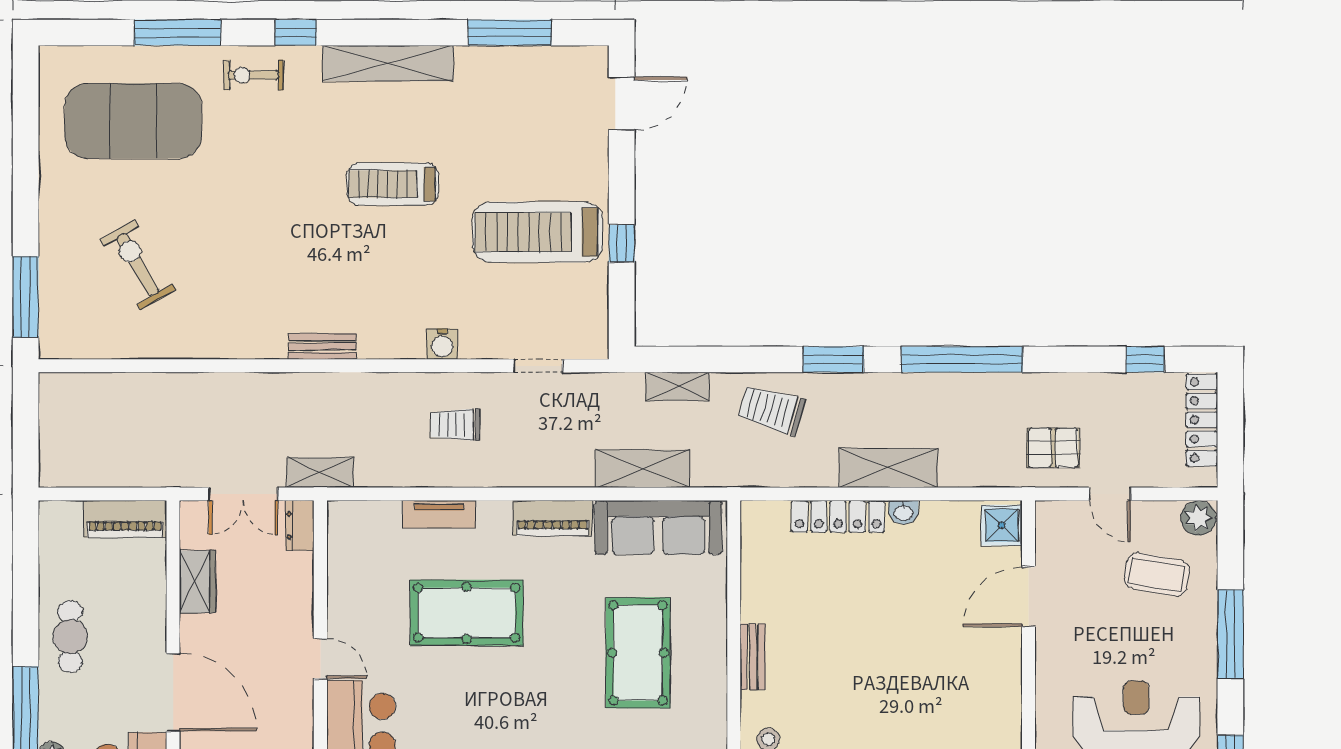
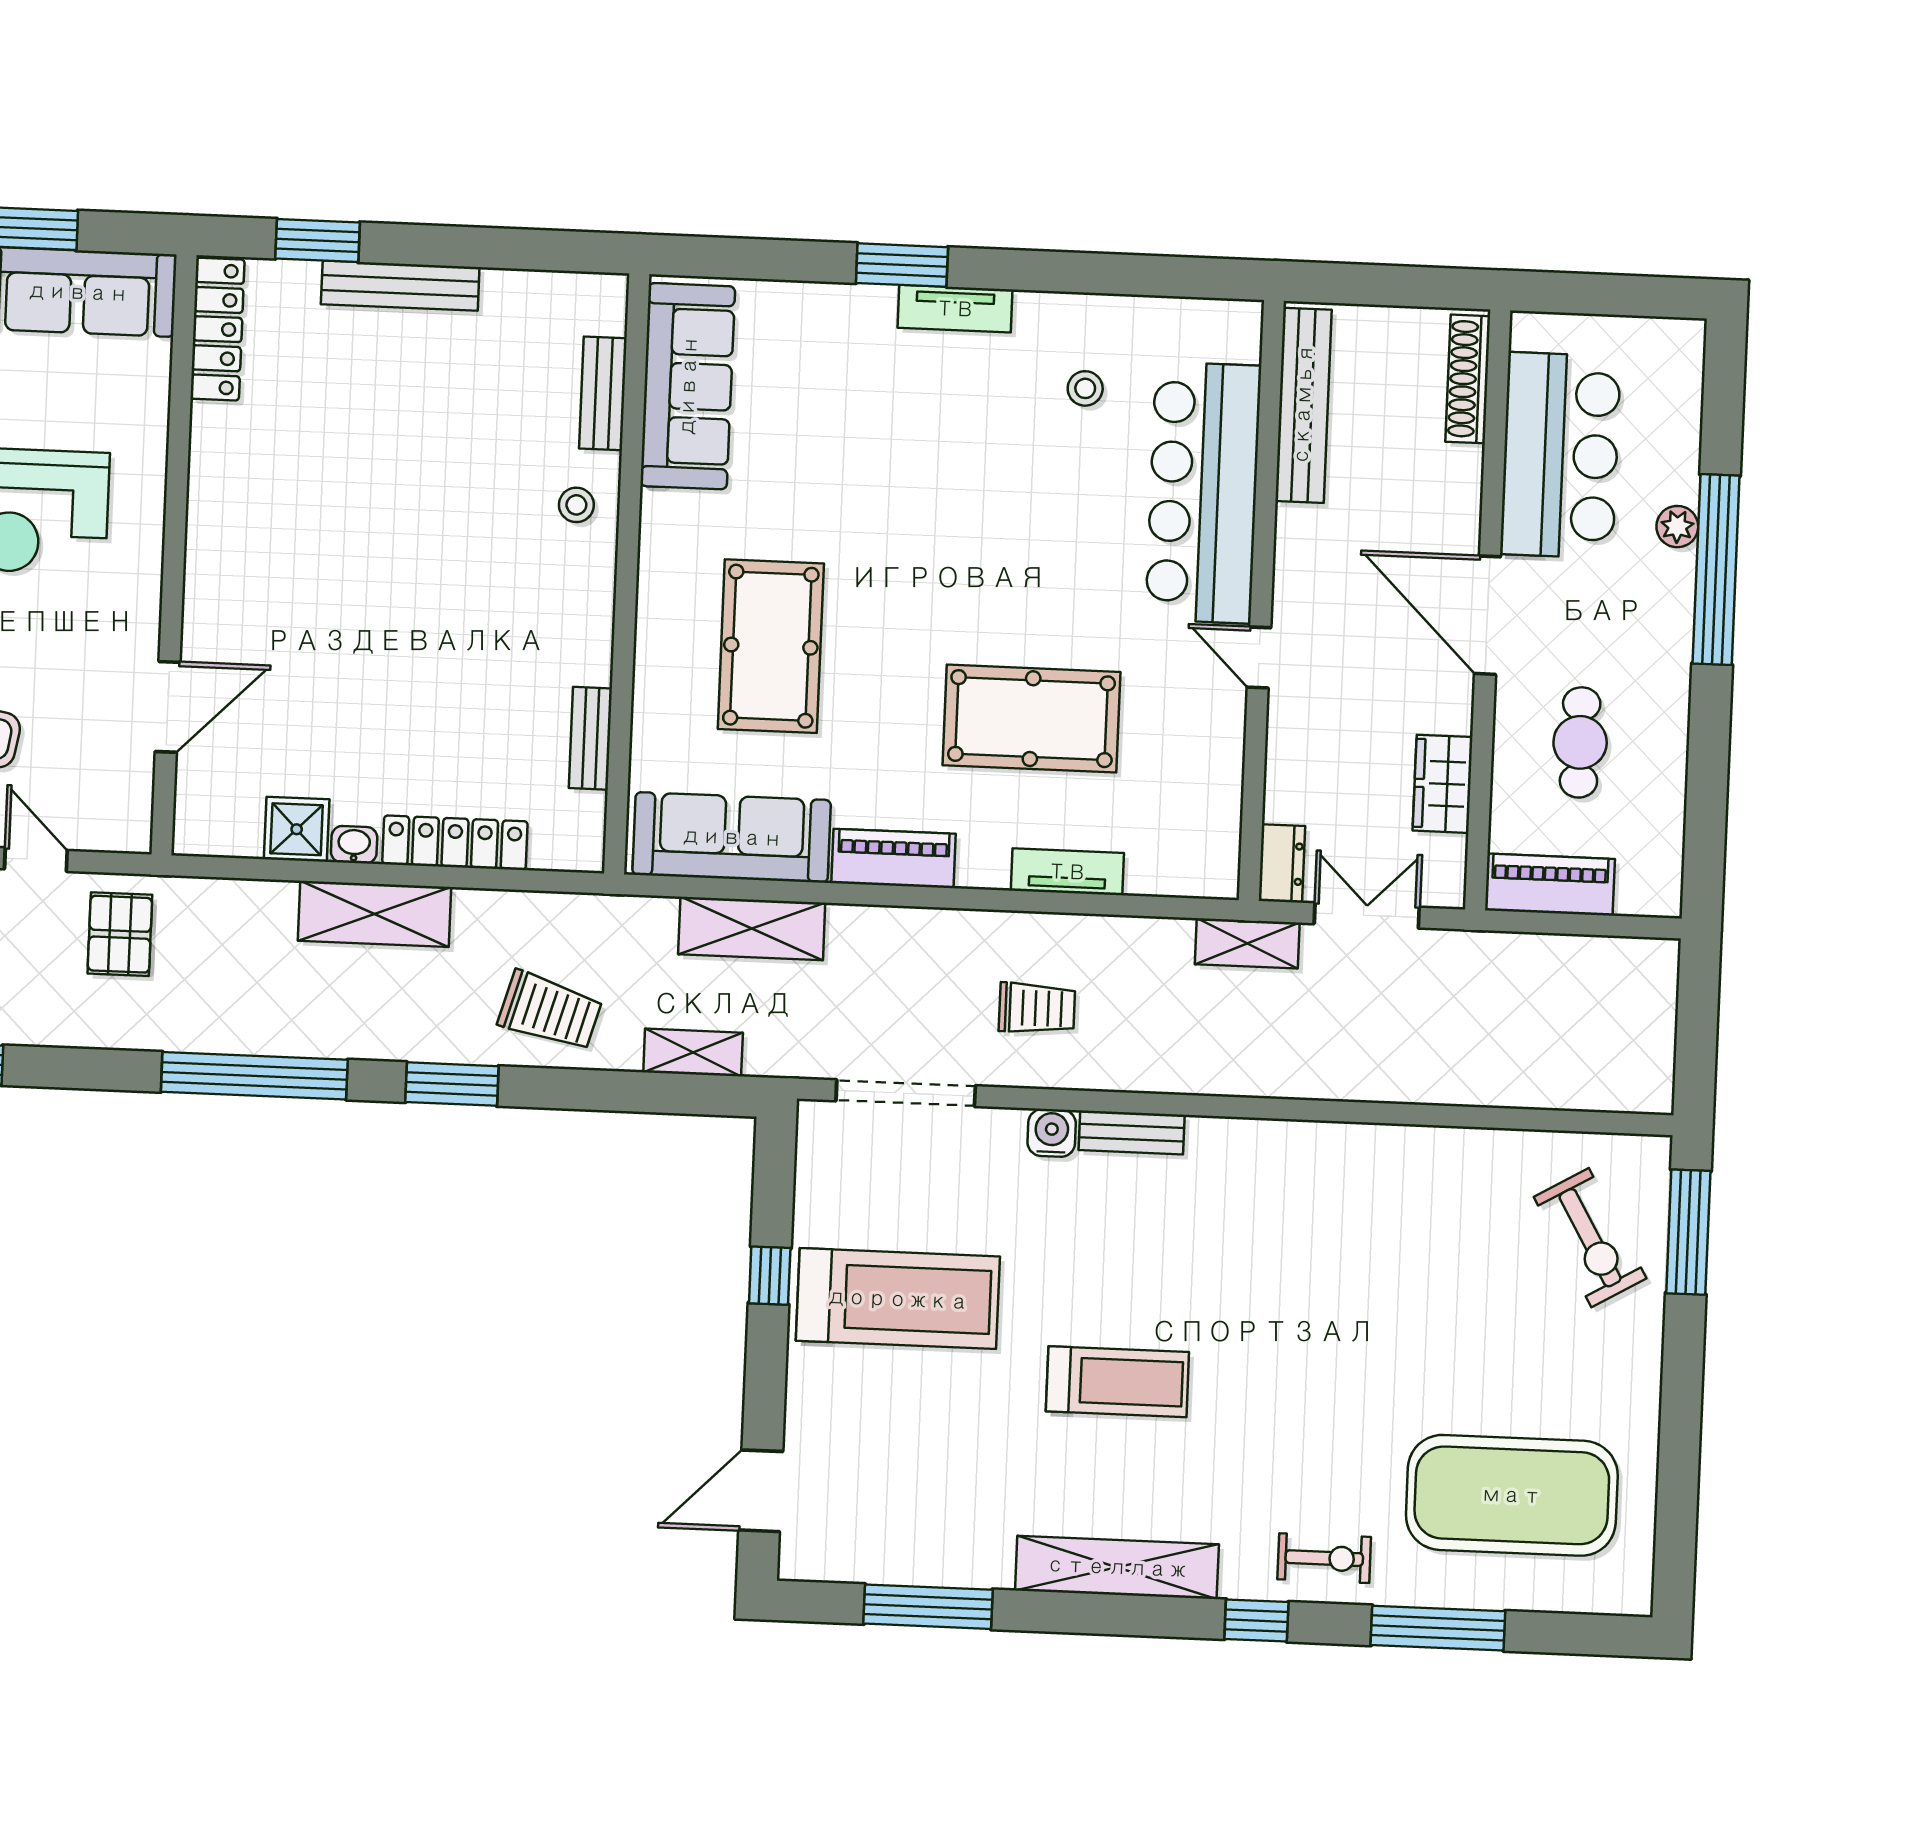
exercise bike: (138, 265) -> (1590, 1238), moved
bench: (322, 346) -> (1132, 1132), moved
doorway: (538, 366) -> (906, 1093), width x1.87
pallet: (1053, 448) -> (120, 934), turned 90
shower: (1002, 525) -> (297, 829), moved
cafe table: (70, 637) -> (1580, 742), moved
bench: (753, 657) -> (590, 738), moved

